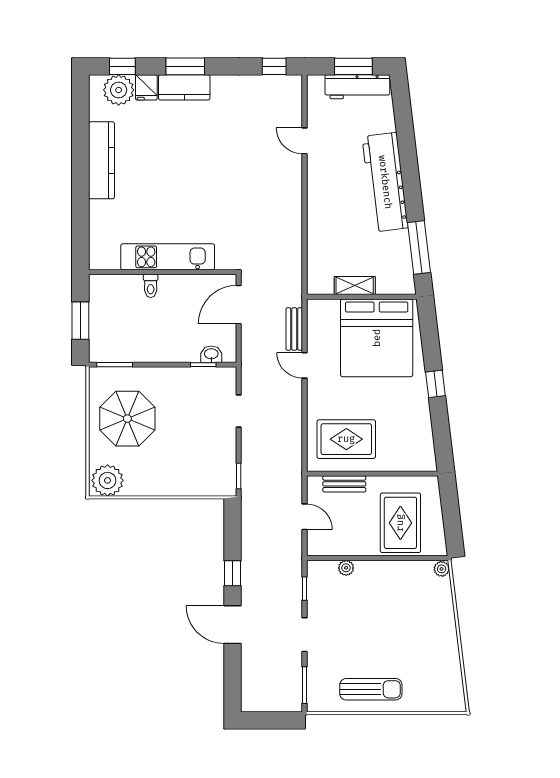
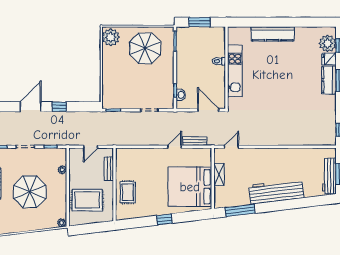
door: (304, 141) -> (231, 147), moved
kitchen counter: (101, 160) -> (273, 34), moved
rug: (346, 439) -> (128, 192), moved, width x0.73, depth x0.70
parasol: (386, 626) -> (30, 192), added

